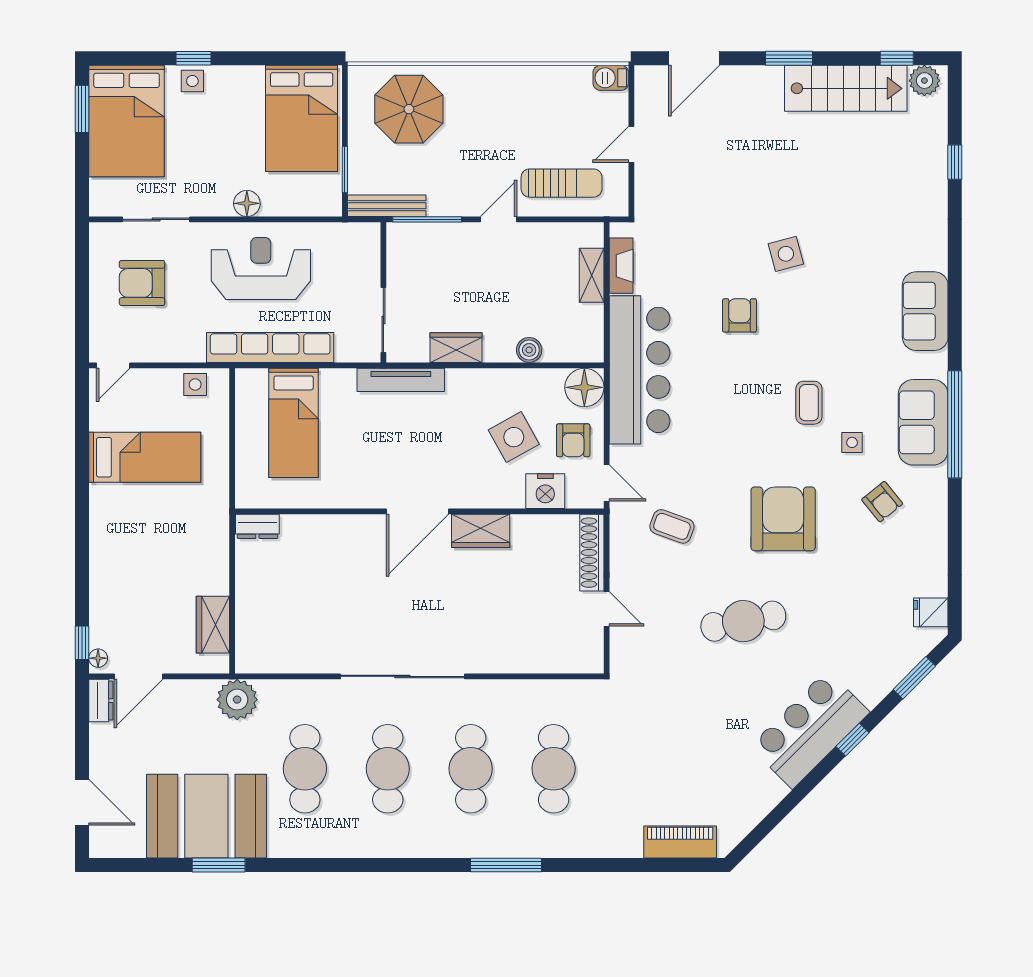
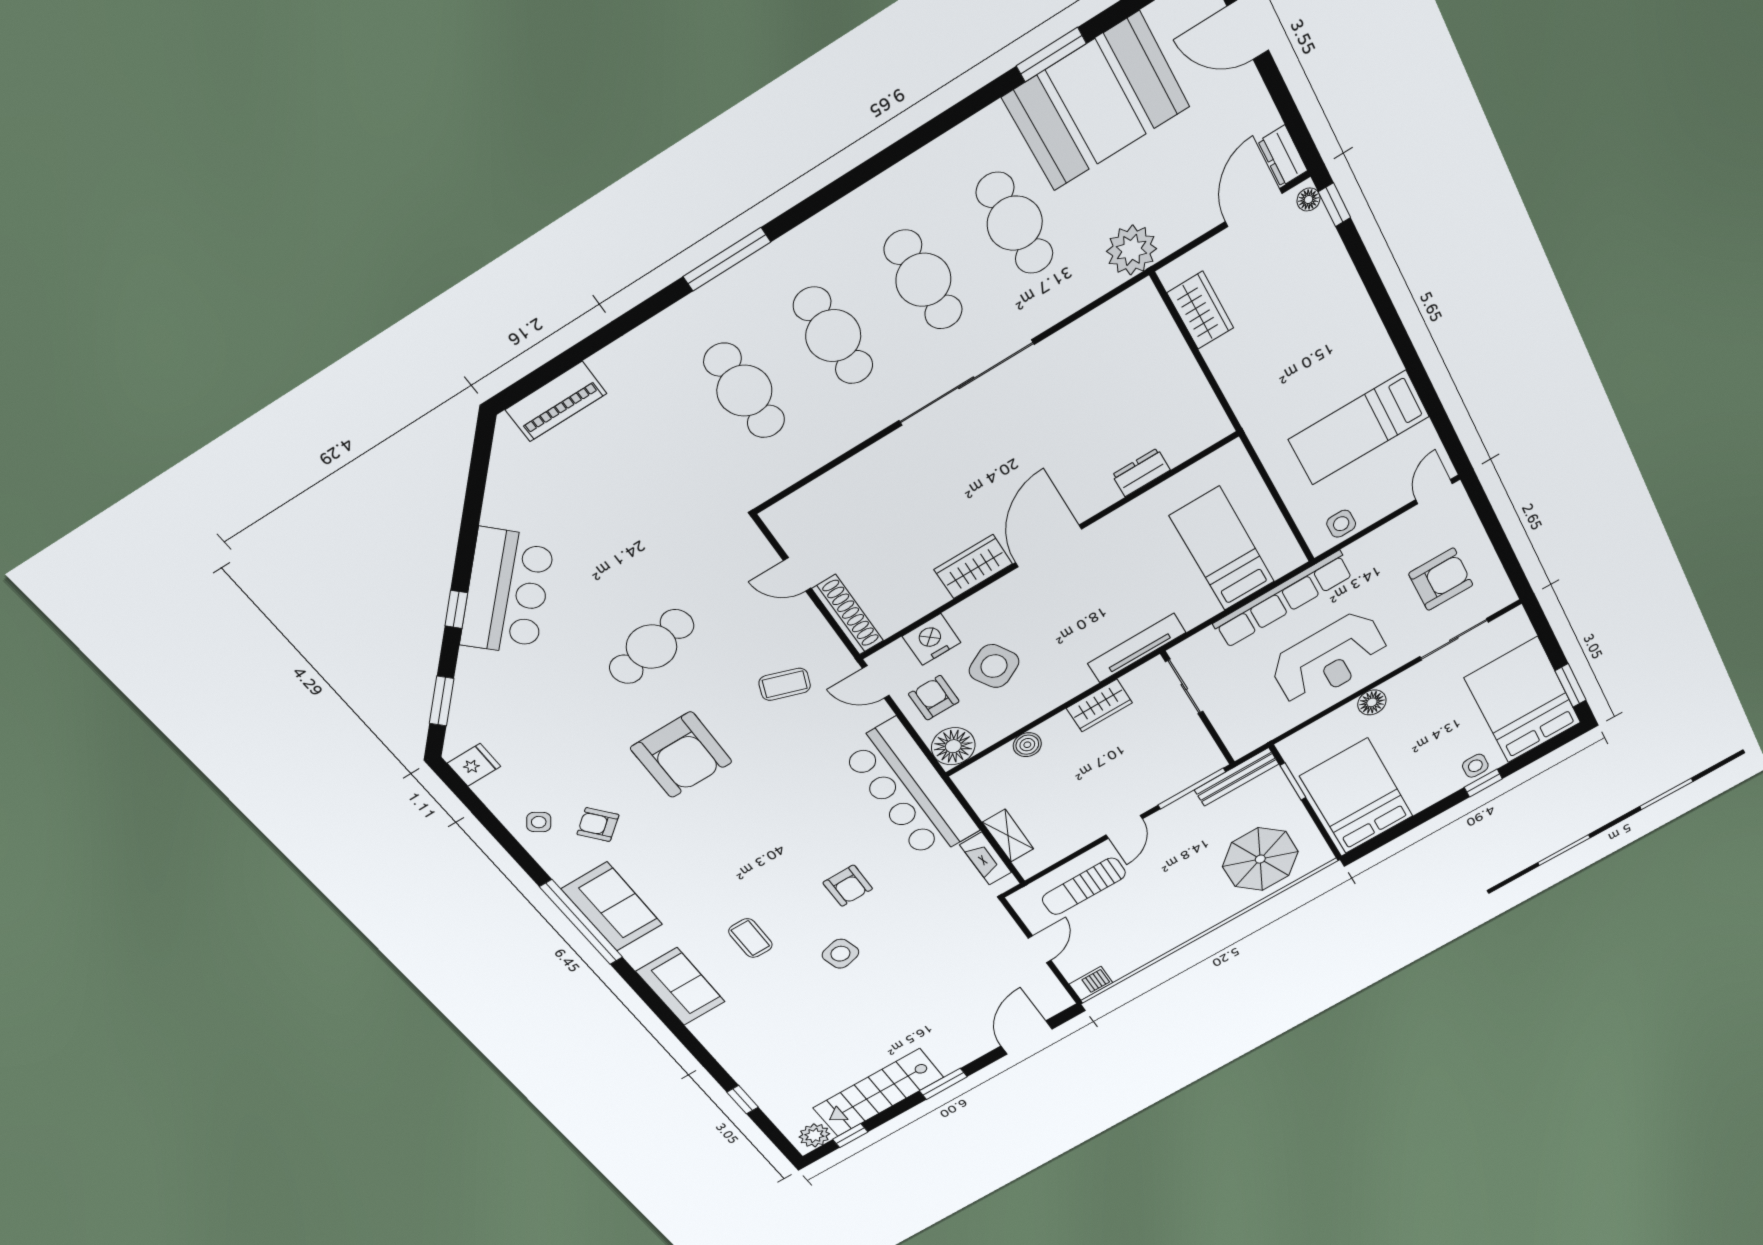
coffee table: (809, 403) -> (750, 938), moved
side table: (852, 442) -> (539, 822), moved, turned 37
dresser: (257, 526) -> (1141, 472), moved

